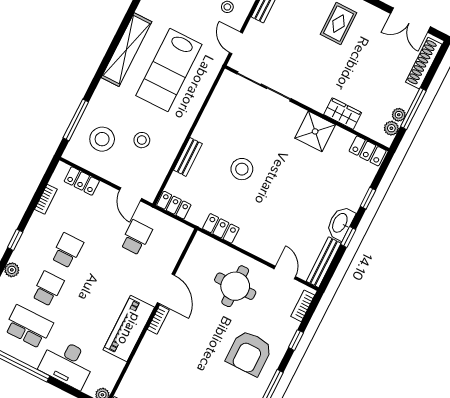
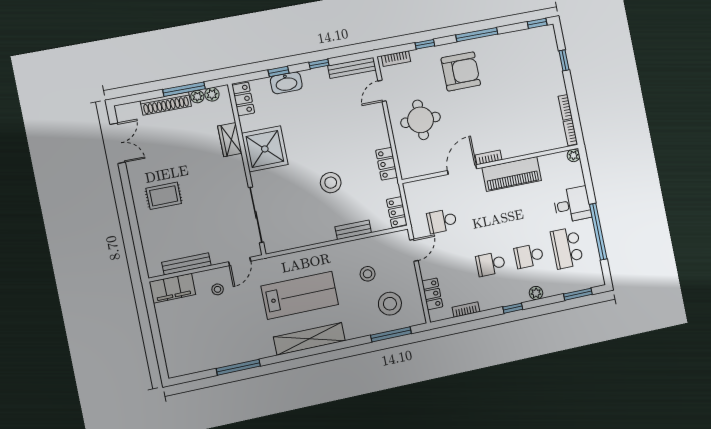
shoe rack: (424, 63) -> (166, 104), moved
shower: (315, 131) -> (265, 149), width x1.37, depth x1.37
washbasin: (340, 223) -> (286, 83), moved
desk: (67, 363) -> (572, 205), width x0.73

